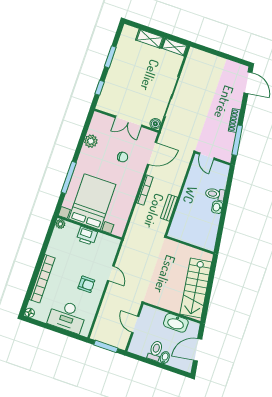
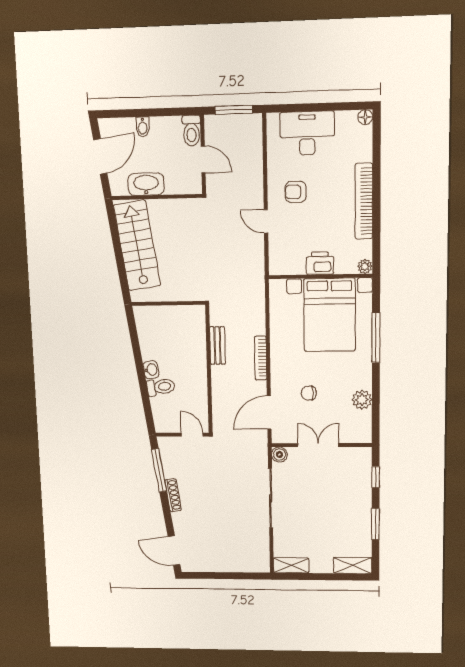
shelving: (150, 39) -> (353, 565), moved
bookcase: (42, 279) -> (364, 201), moved
toilet: (155, 351) -> (191, 131), moved

